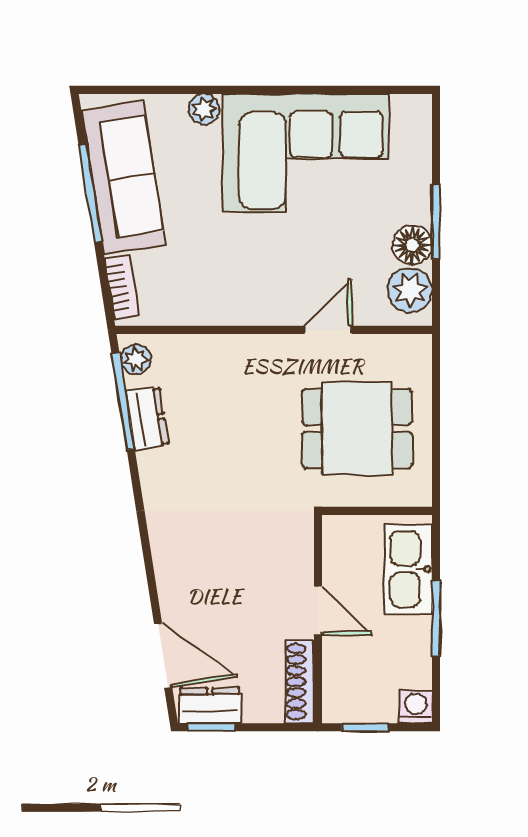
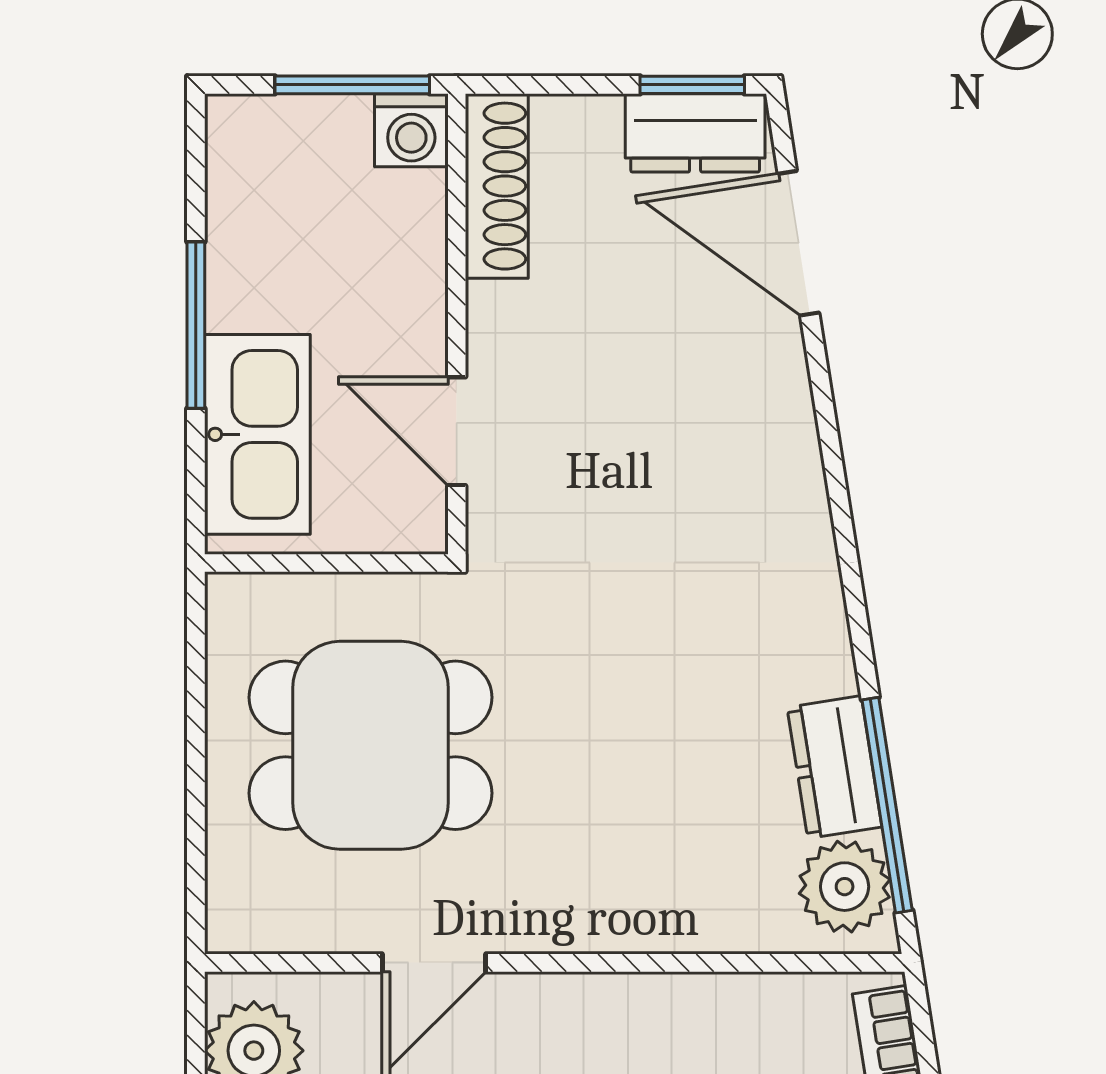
plant: (136, 360) -> (845, 887), width x1.38, depth x1.38
door: (318, 611) -> (457, 431), moved
washing machine: (415, 707) -> (411, 130), moved
window: (365, 727) -> (352, 85), width x1.50

